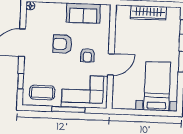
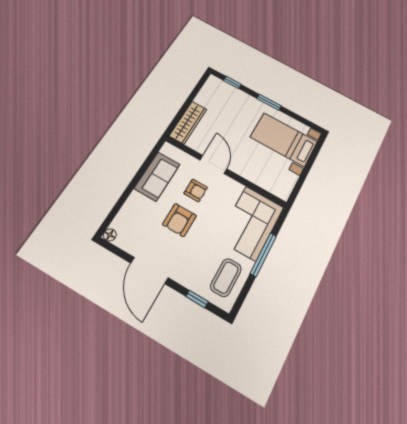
wardrobe: (148, 13) -> (188, 123), moved
armchair: (87, 55) -> (196, 190), moved
door: (111, 64) -> (213, 165), moved

